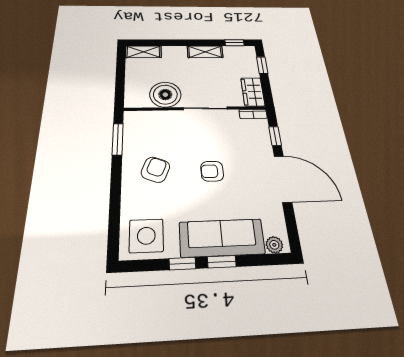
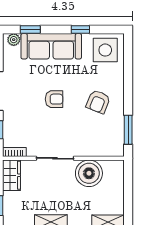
window: (222, 262) -> (30, 30), moved

